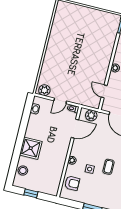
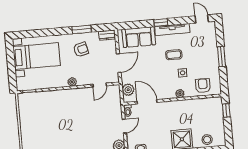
door: (60, 101) -> (124, 126), hinge flipped
window: (31, 193) -> (226, 110), moved

